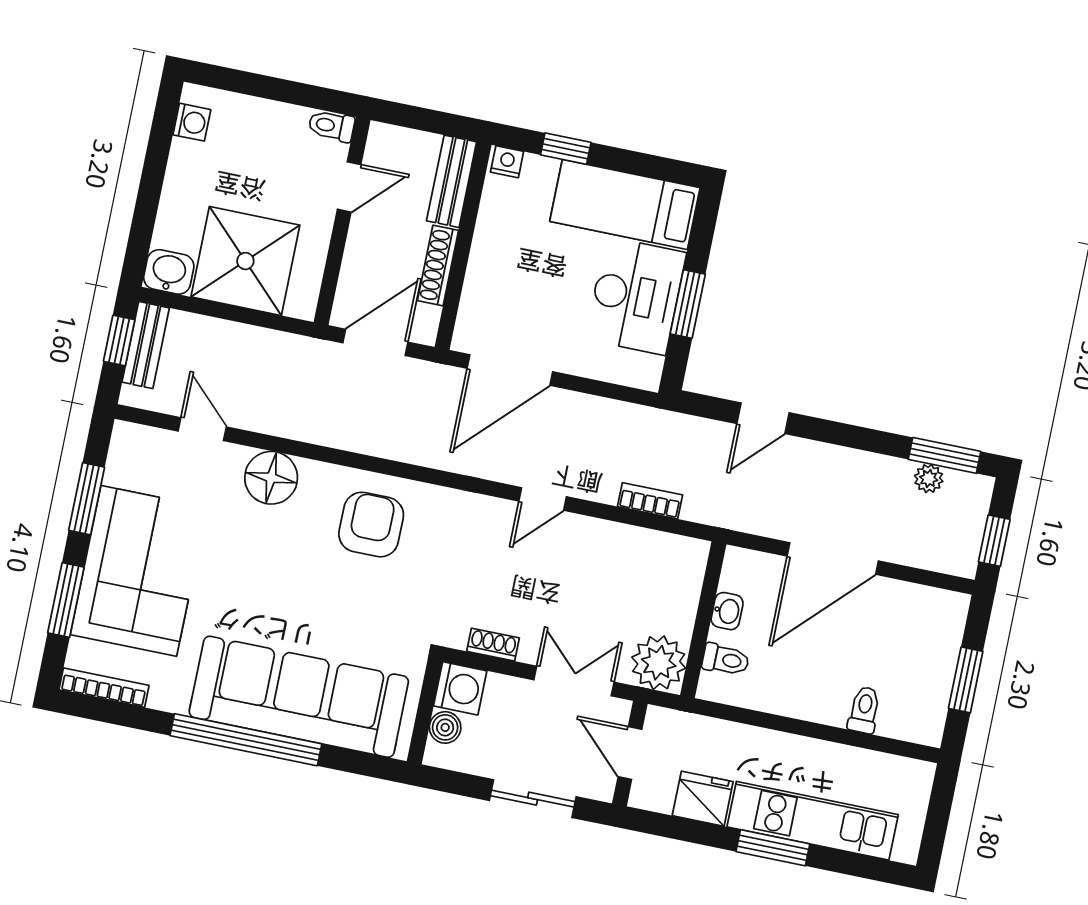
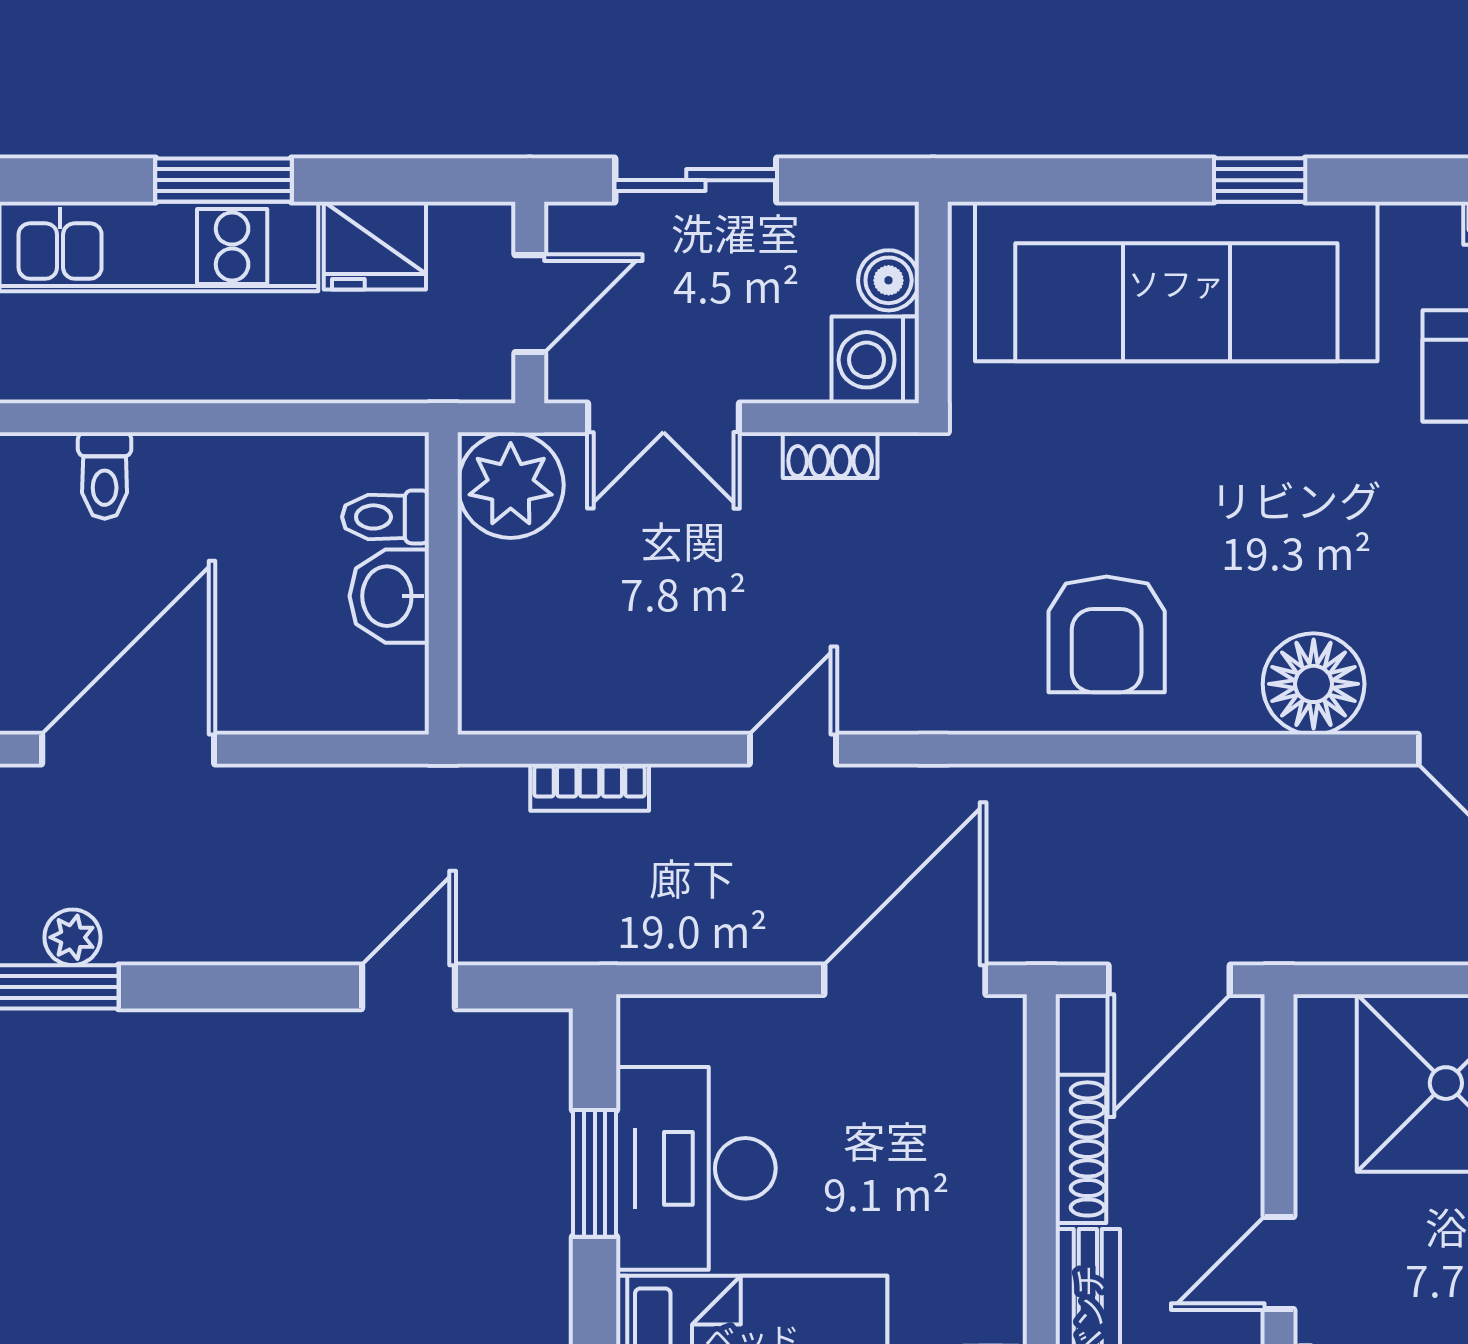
door: (833, 559) -> (128, 749), moved
washbasin: (727, 611) -> (389, 596), width x1.38, depth x1.45
window: (246, 740) -> (1260, 180), width x0.32
door: (630, 753) -> (530, 304), hinge flipped

